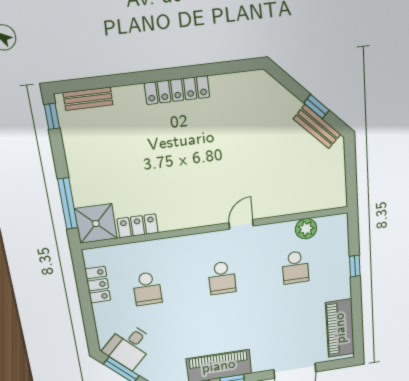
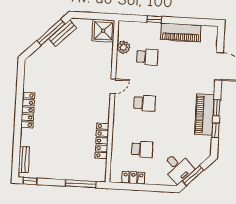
window: (317, 107) -> (51, 32), width x2.17
shower: (96, 224) -> (103, 31), moved
door: (241, 224) -> (113, 86), swing flipped
locker: (138, 226) -> (102, 141), width x1.53
piano: (340, 328) -> (181, 32), moved

